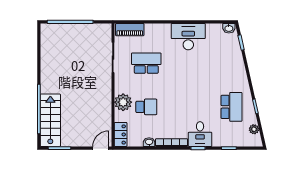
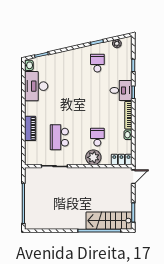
piano: (130, 30) -> (30, 128), moved
desk: (188, 37) -> (36, 86), moved
school desk: (231, 107) -> (97, 63), width x0.54
door: (101, 148) -> (133, 177), swing flipped

